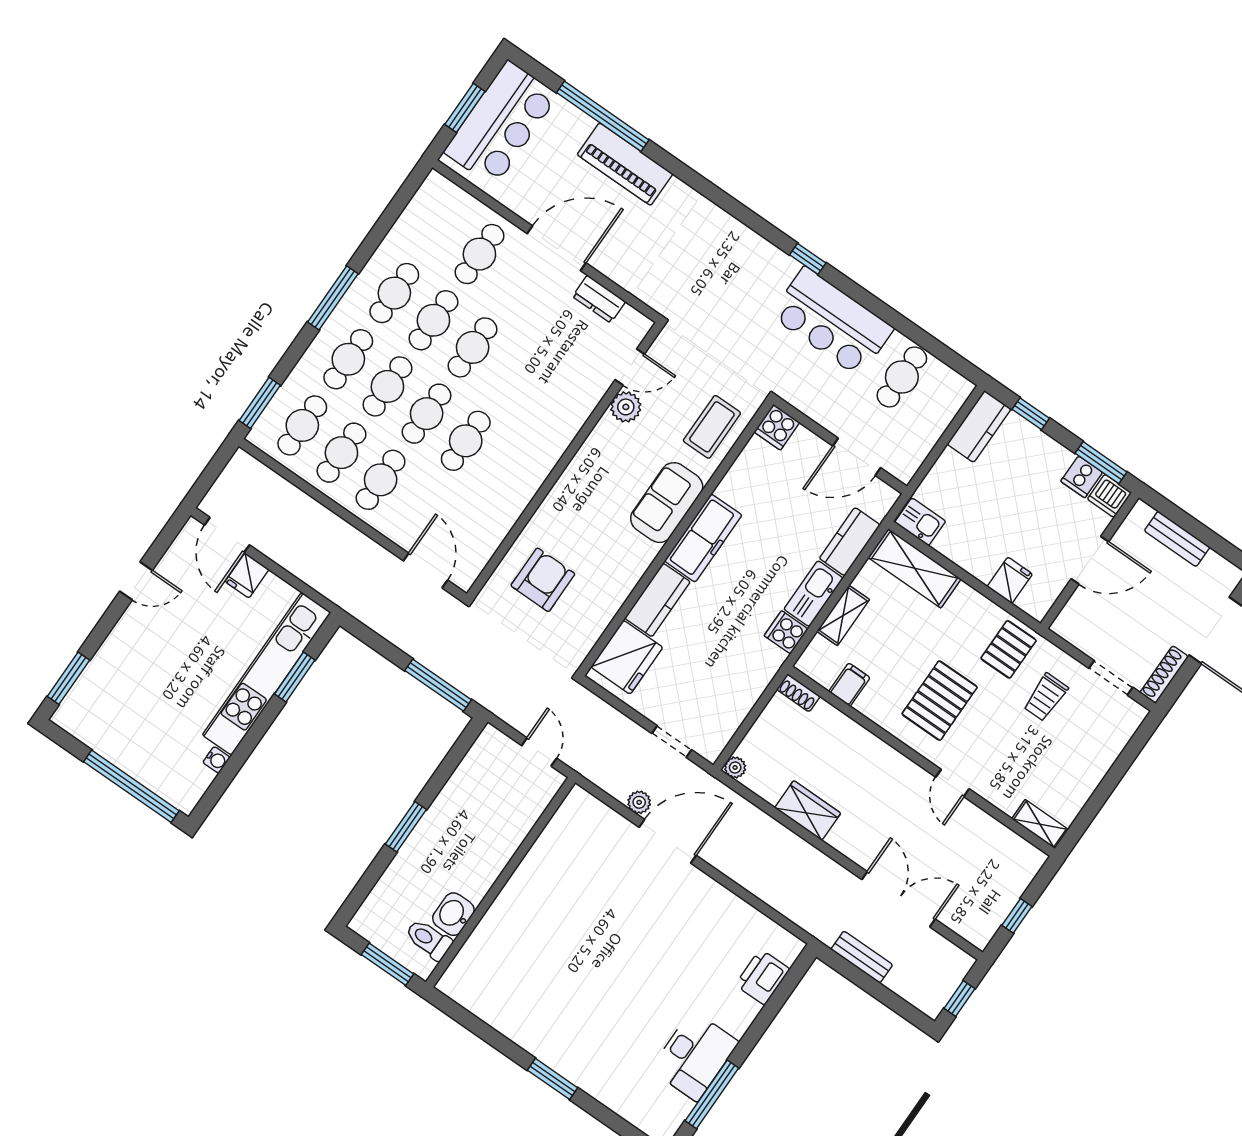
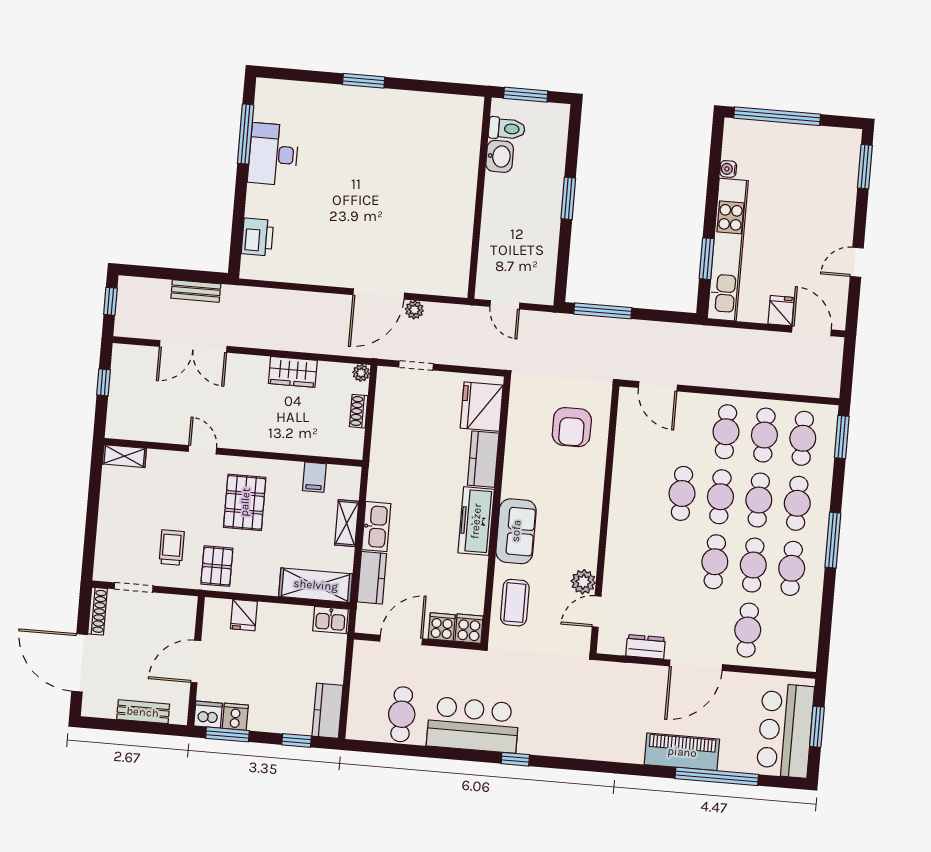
cooker: (786, 632) -> (442, 627), moved, turned -90
shoe rack: (798, 693) -> (359, 411), moved, turned -90

